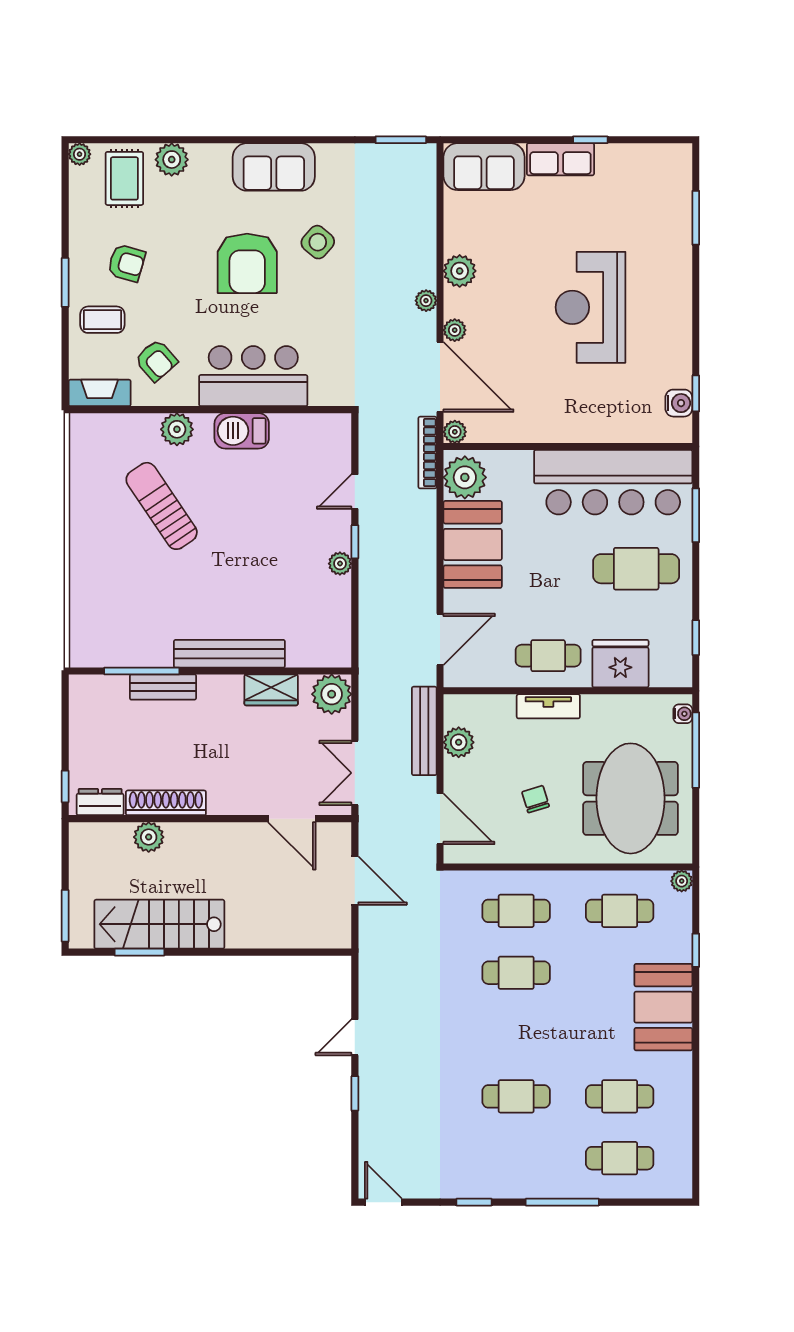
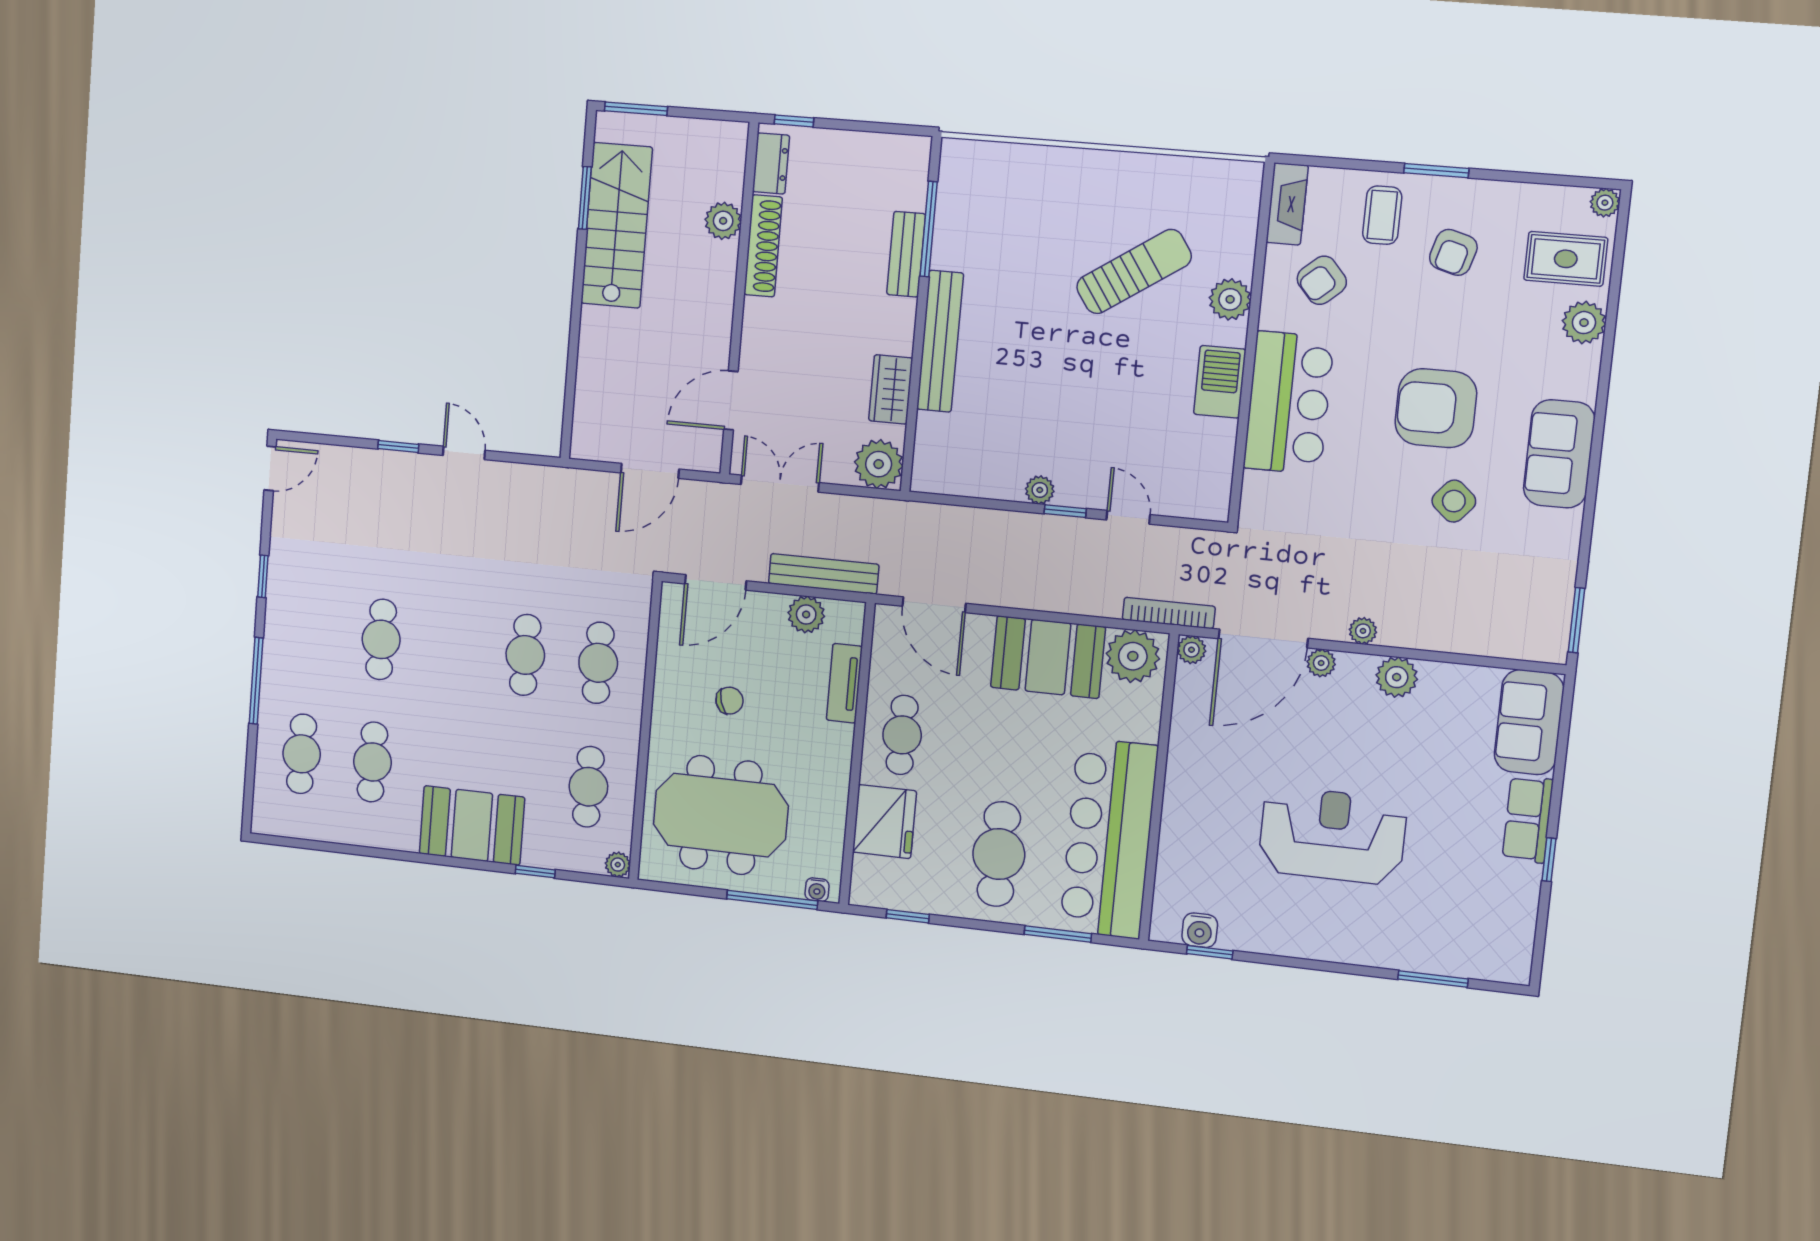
tv unit: (548, 706) -> (844, 683), moved

